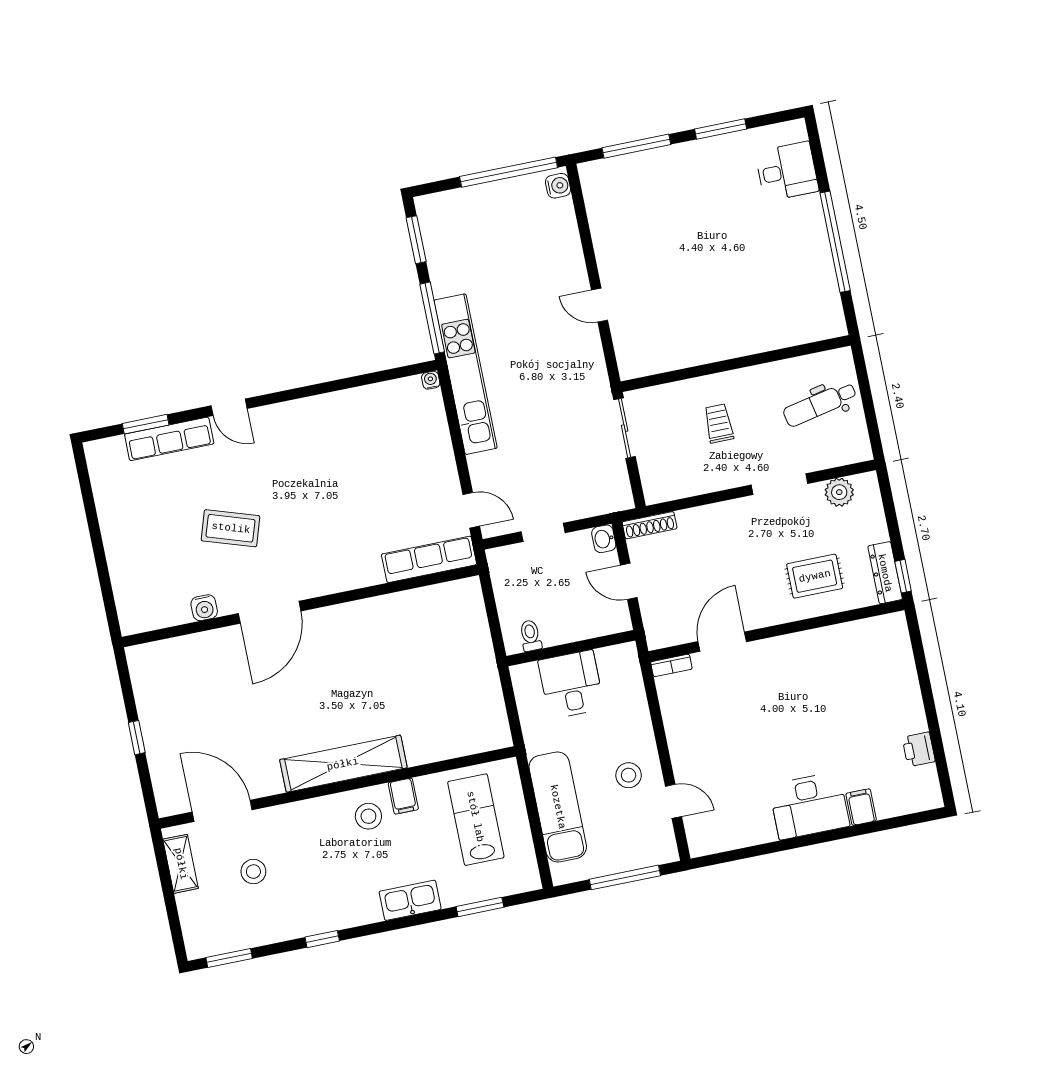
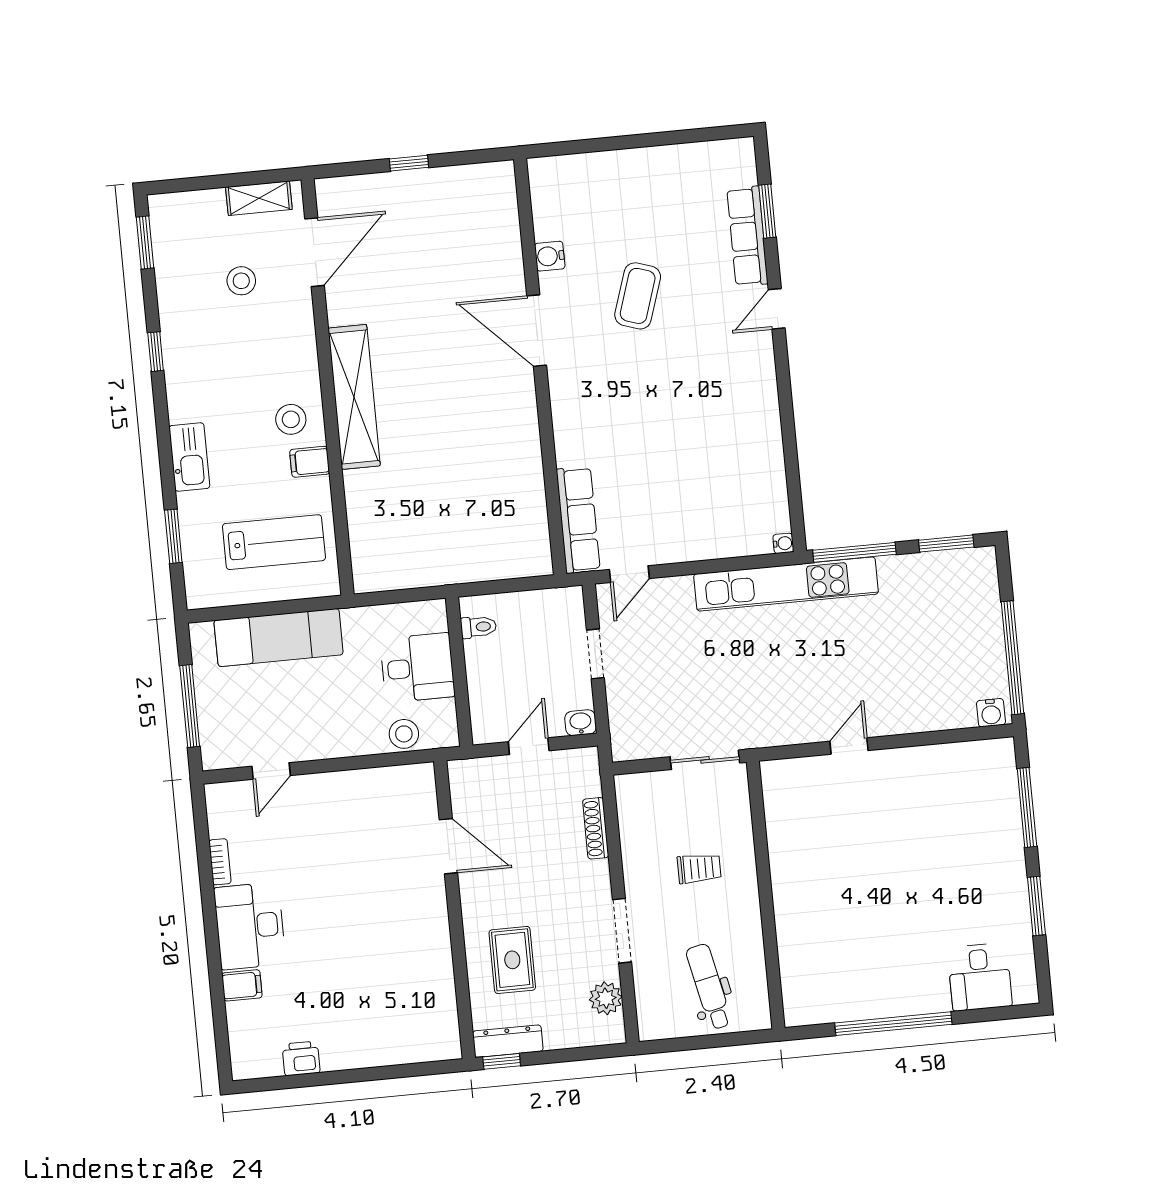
shoe rack: (650, 525) -> (596, 828), moved
bookcase: (671, 665) -> (220, 862), moved, turned 180
stool: (629, 775) -> (404, 734), moved

